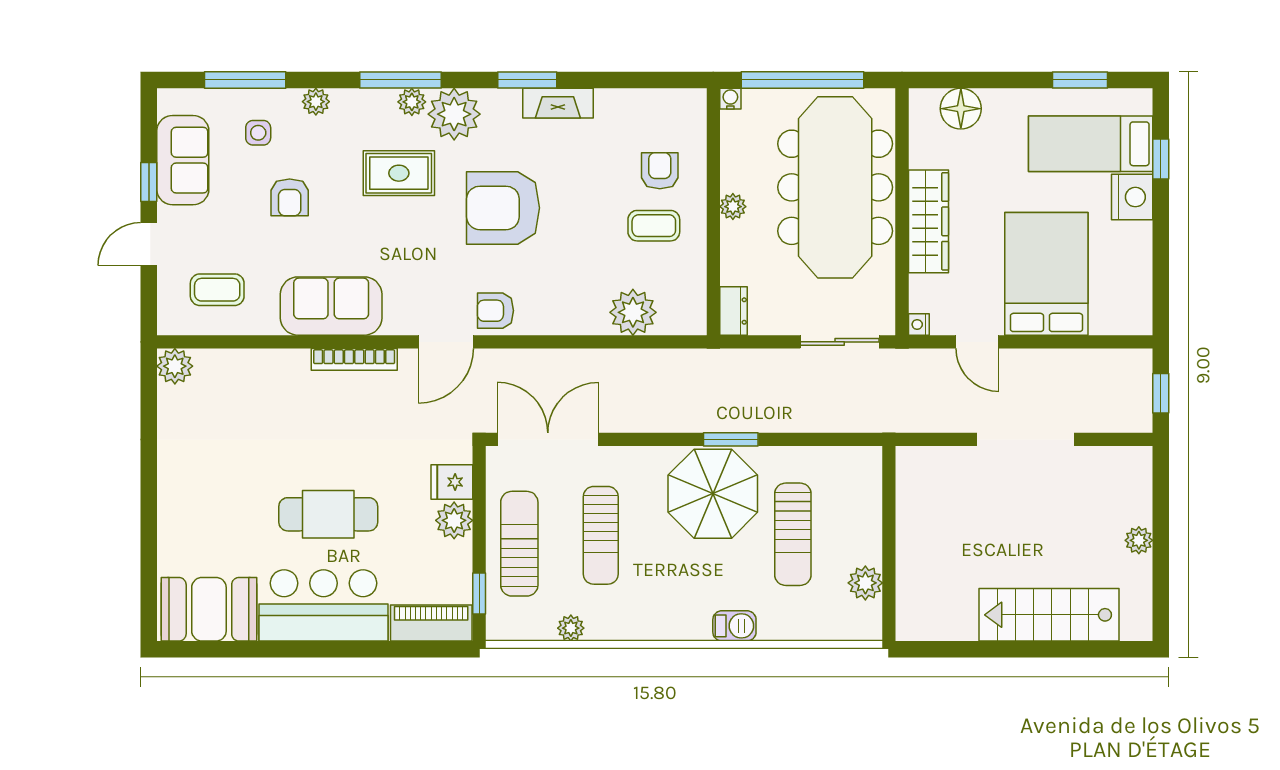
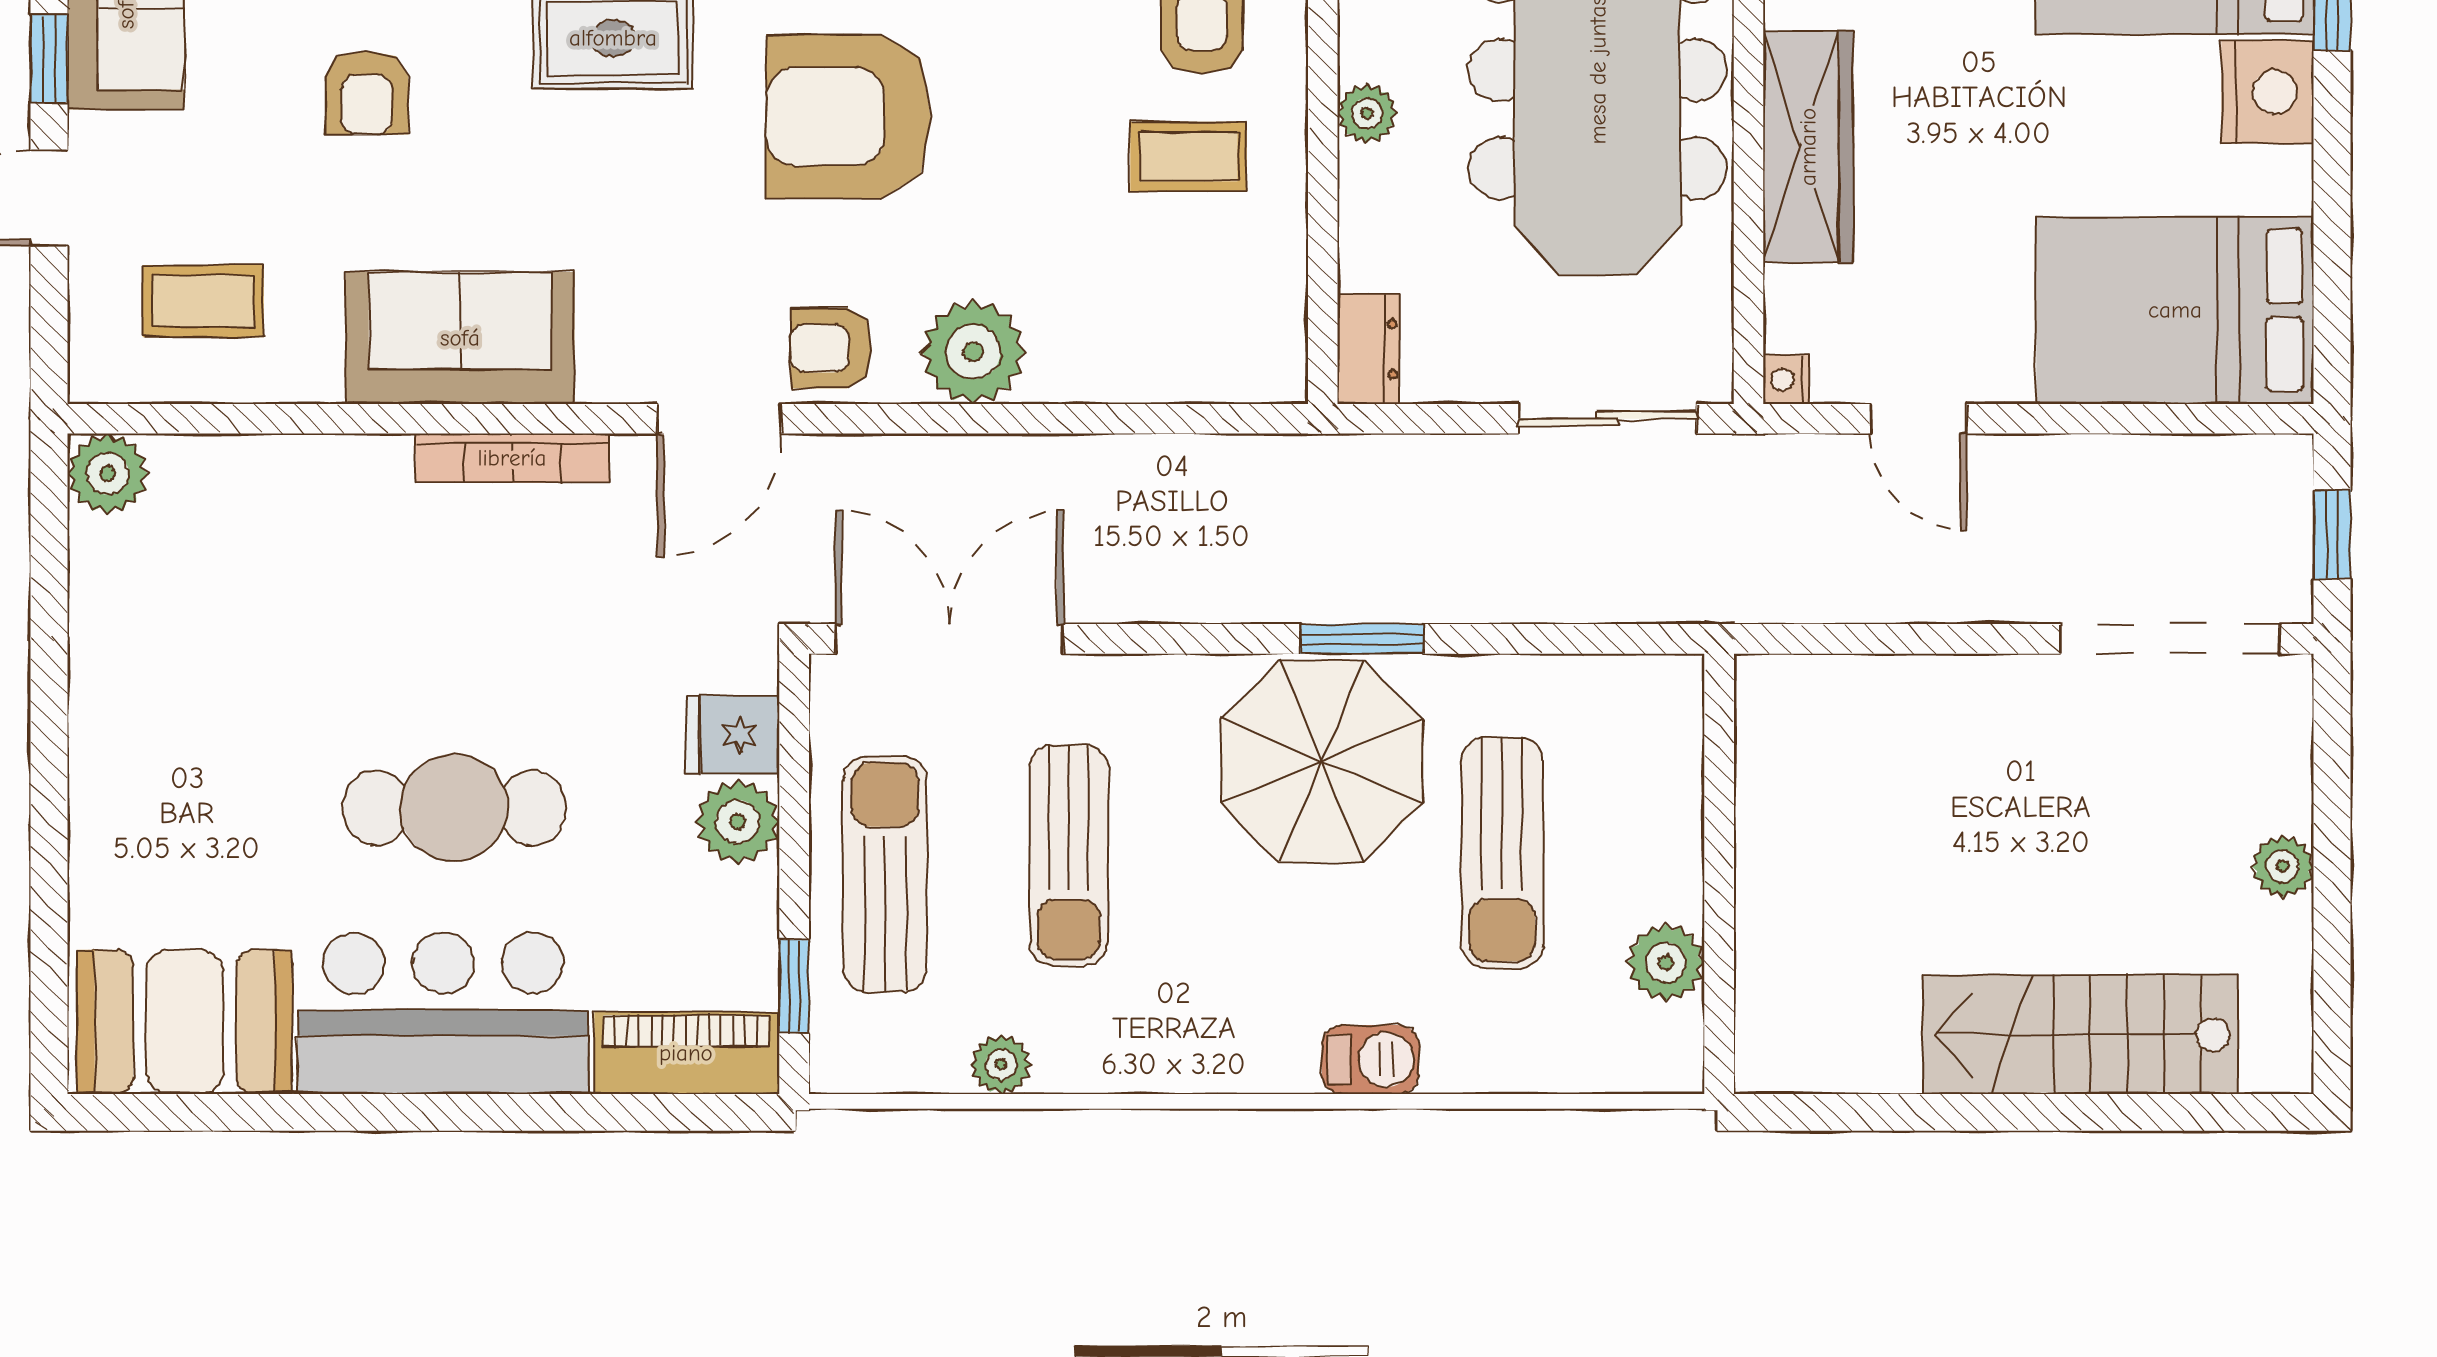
bed: (1046, 274) -> (2175, 310), moved, turned -90
plant: (633, 312) -> (973, 352), moved
doorway: (1026, 439) -> (2170, 639), moved

